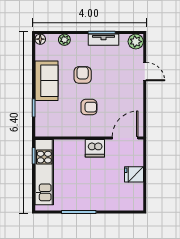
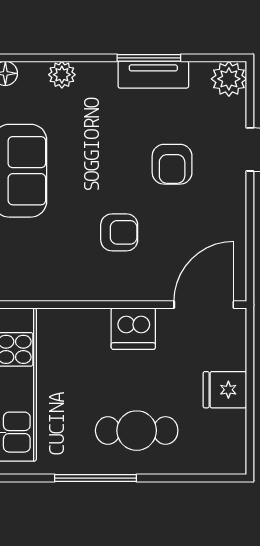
armchair: (83, 75) -> (172, 164), moved, turned 180
cafe table: (96, 192) -> (137, 431), added

